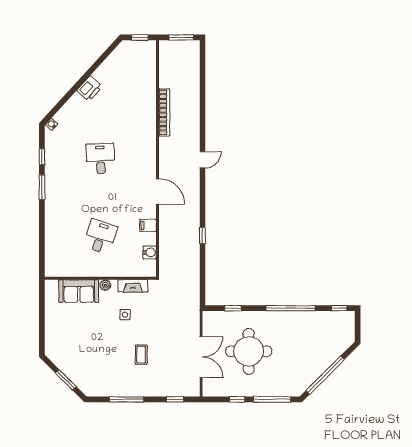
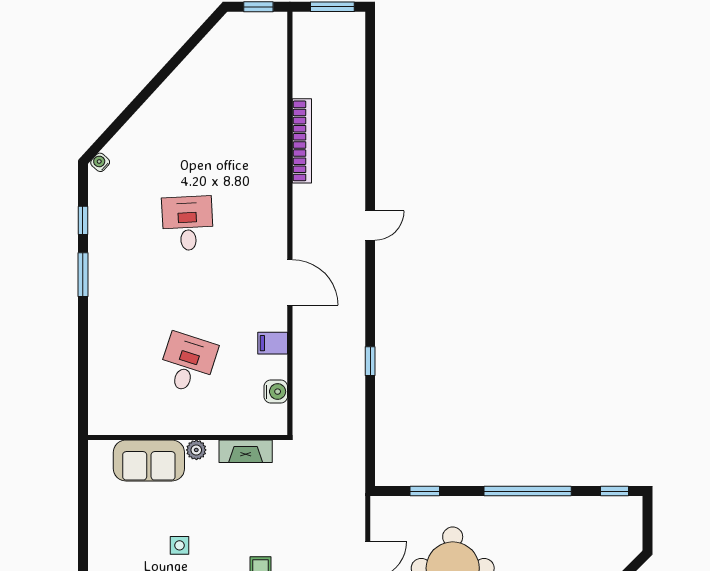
printer: (90, 89) -> (168, 98), removed
side table: (125, 315) -> (180, 545), moved

